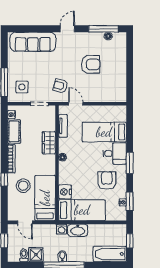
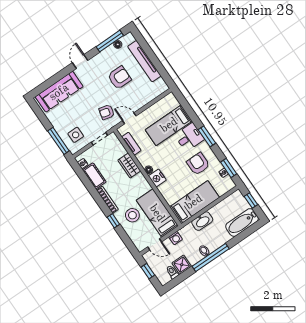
tv unit: (121, 65) -> (144, 61), added
nightstand: (65, 192) -> (157, 178), moved
washing machine: (62, 229) -> (176, 238), moved

